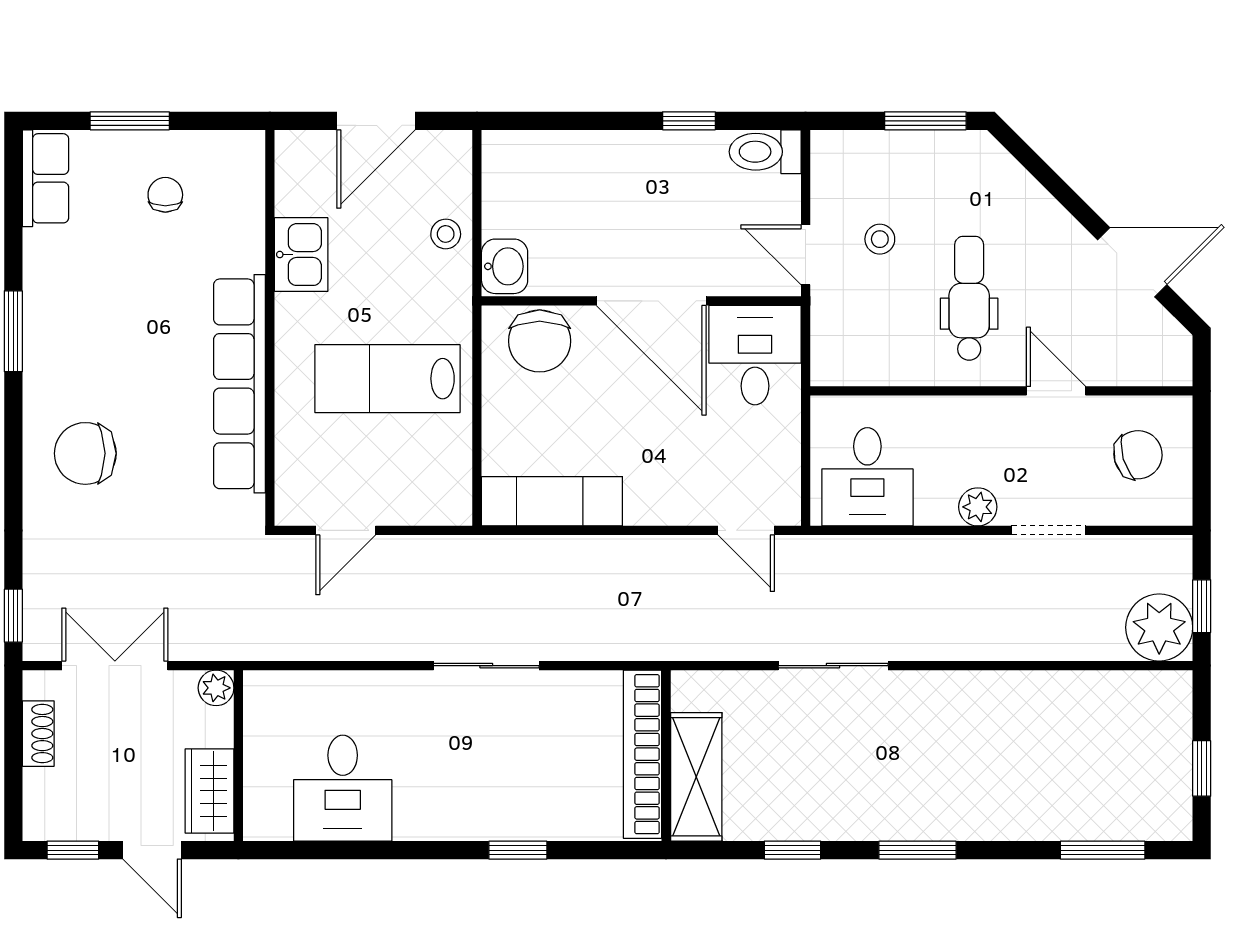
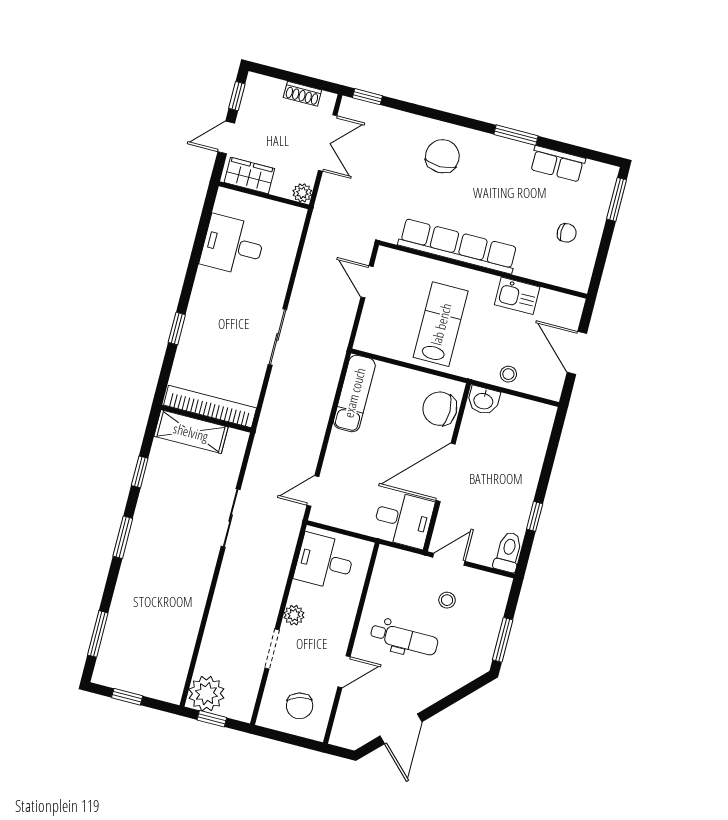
window: (130, 121) -> (617, 199), moved
row of seats: (45, 178) -> (558, 164), moved

